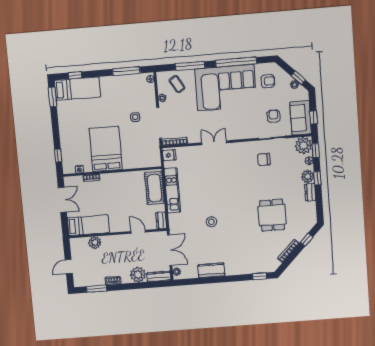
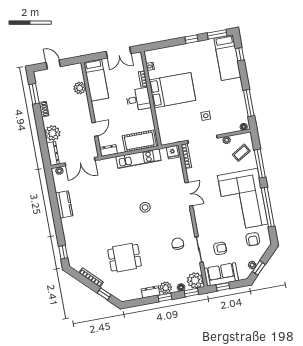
window: (58, 156) -> (192, 39), moved
desk: (112, 184) -> (138, 99), added
stool: (211, 222) -> (145, 207), moved

